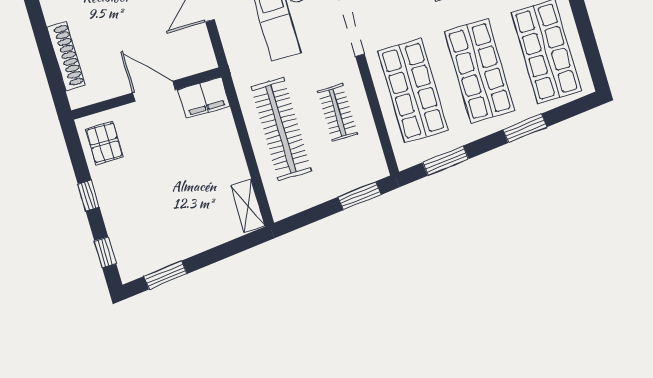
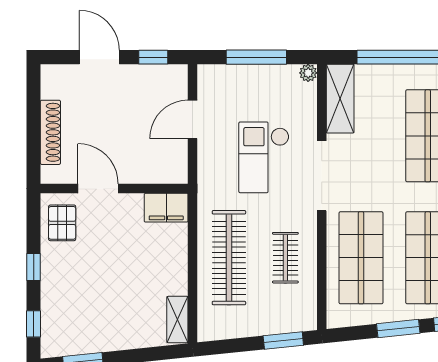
door: (154, 91) -> (98, 189), moved
window: (445, 161) -> (398, 329), moved

